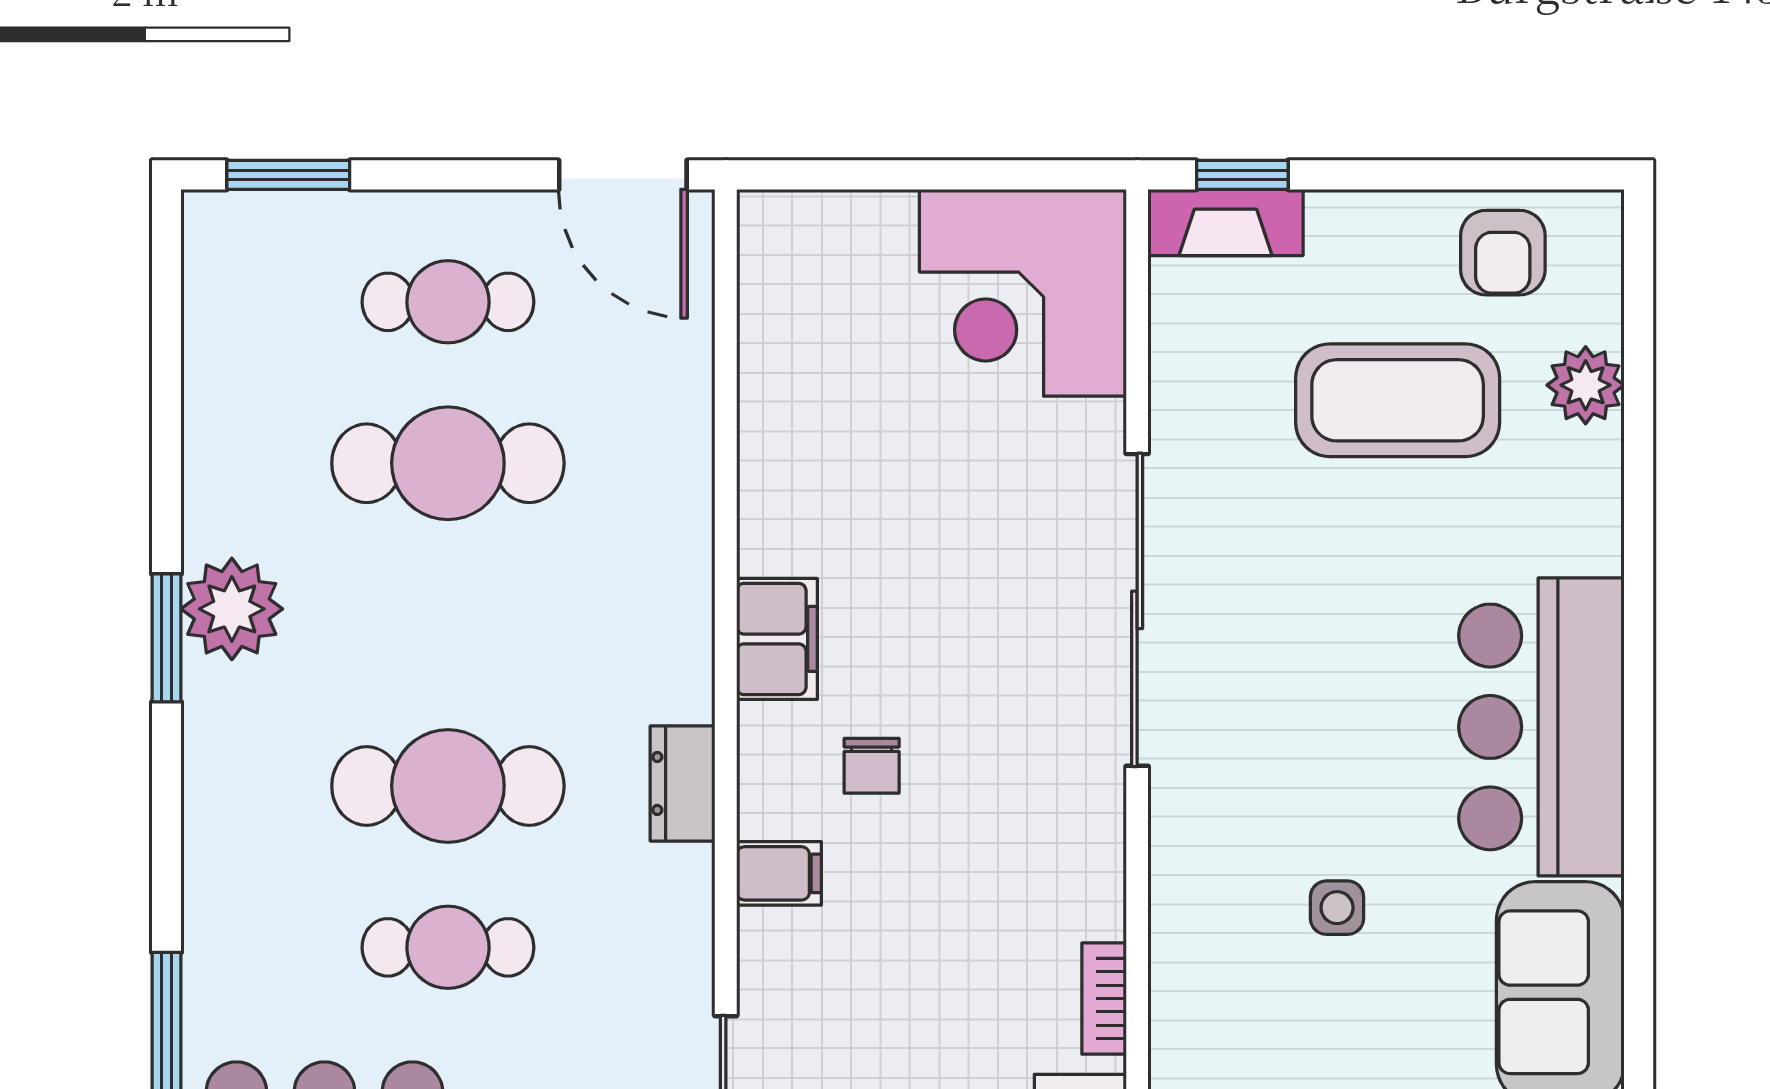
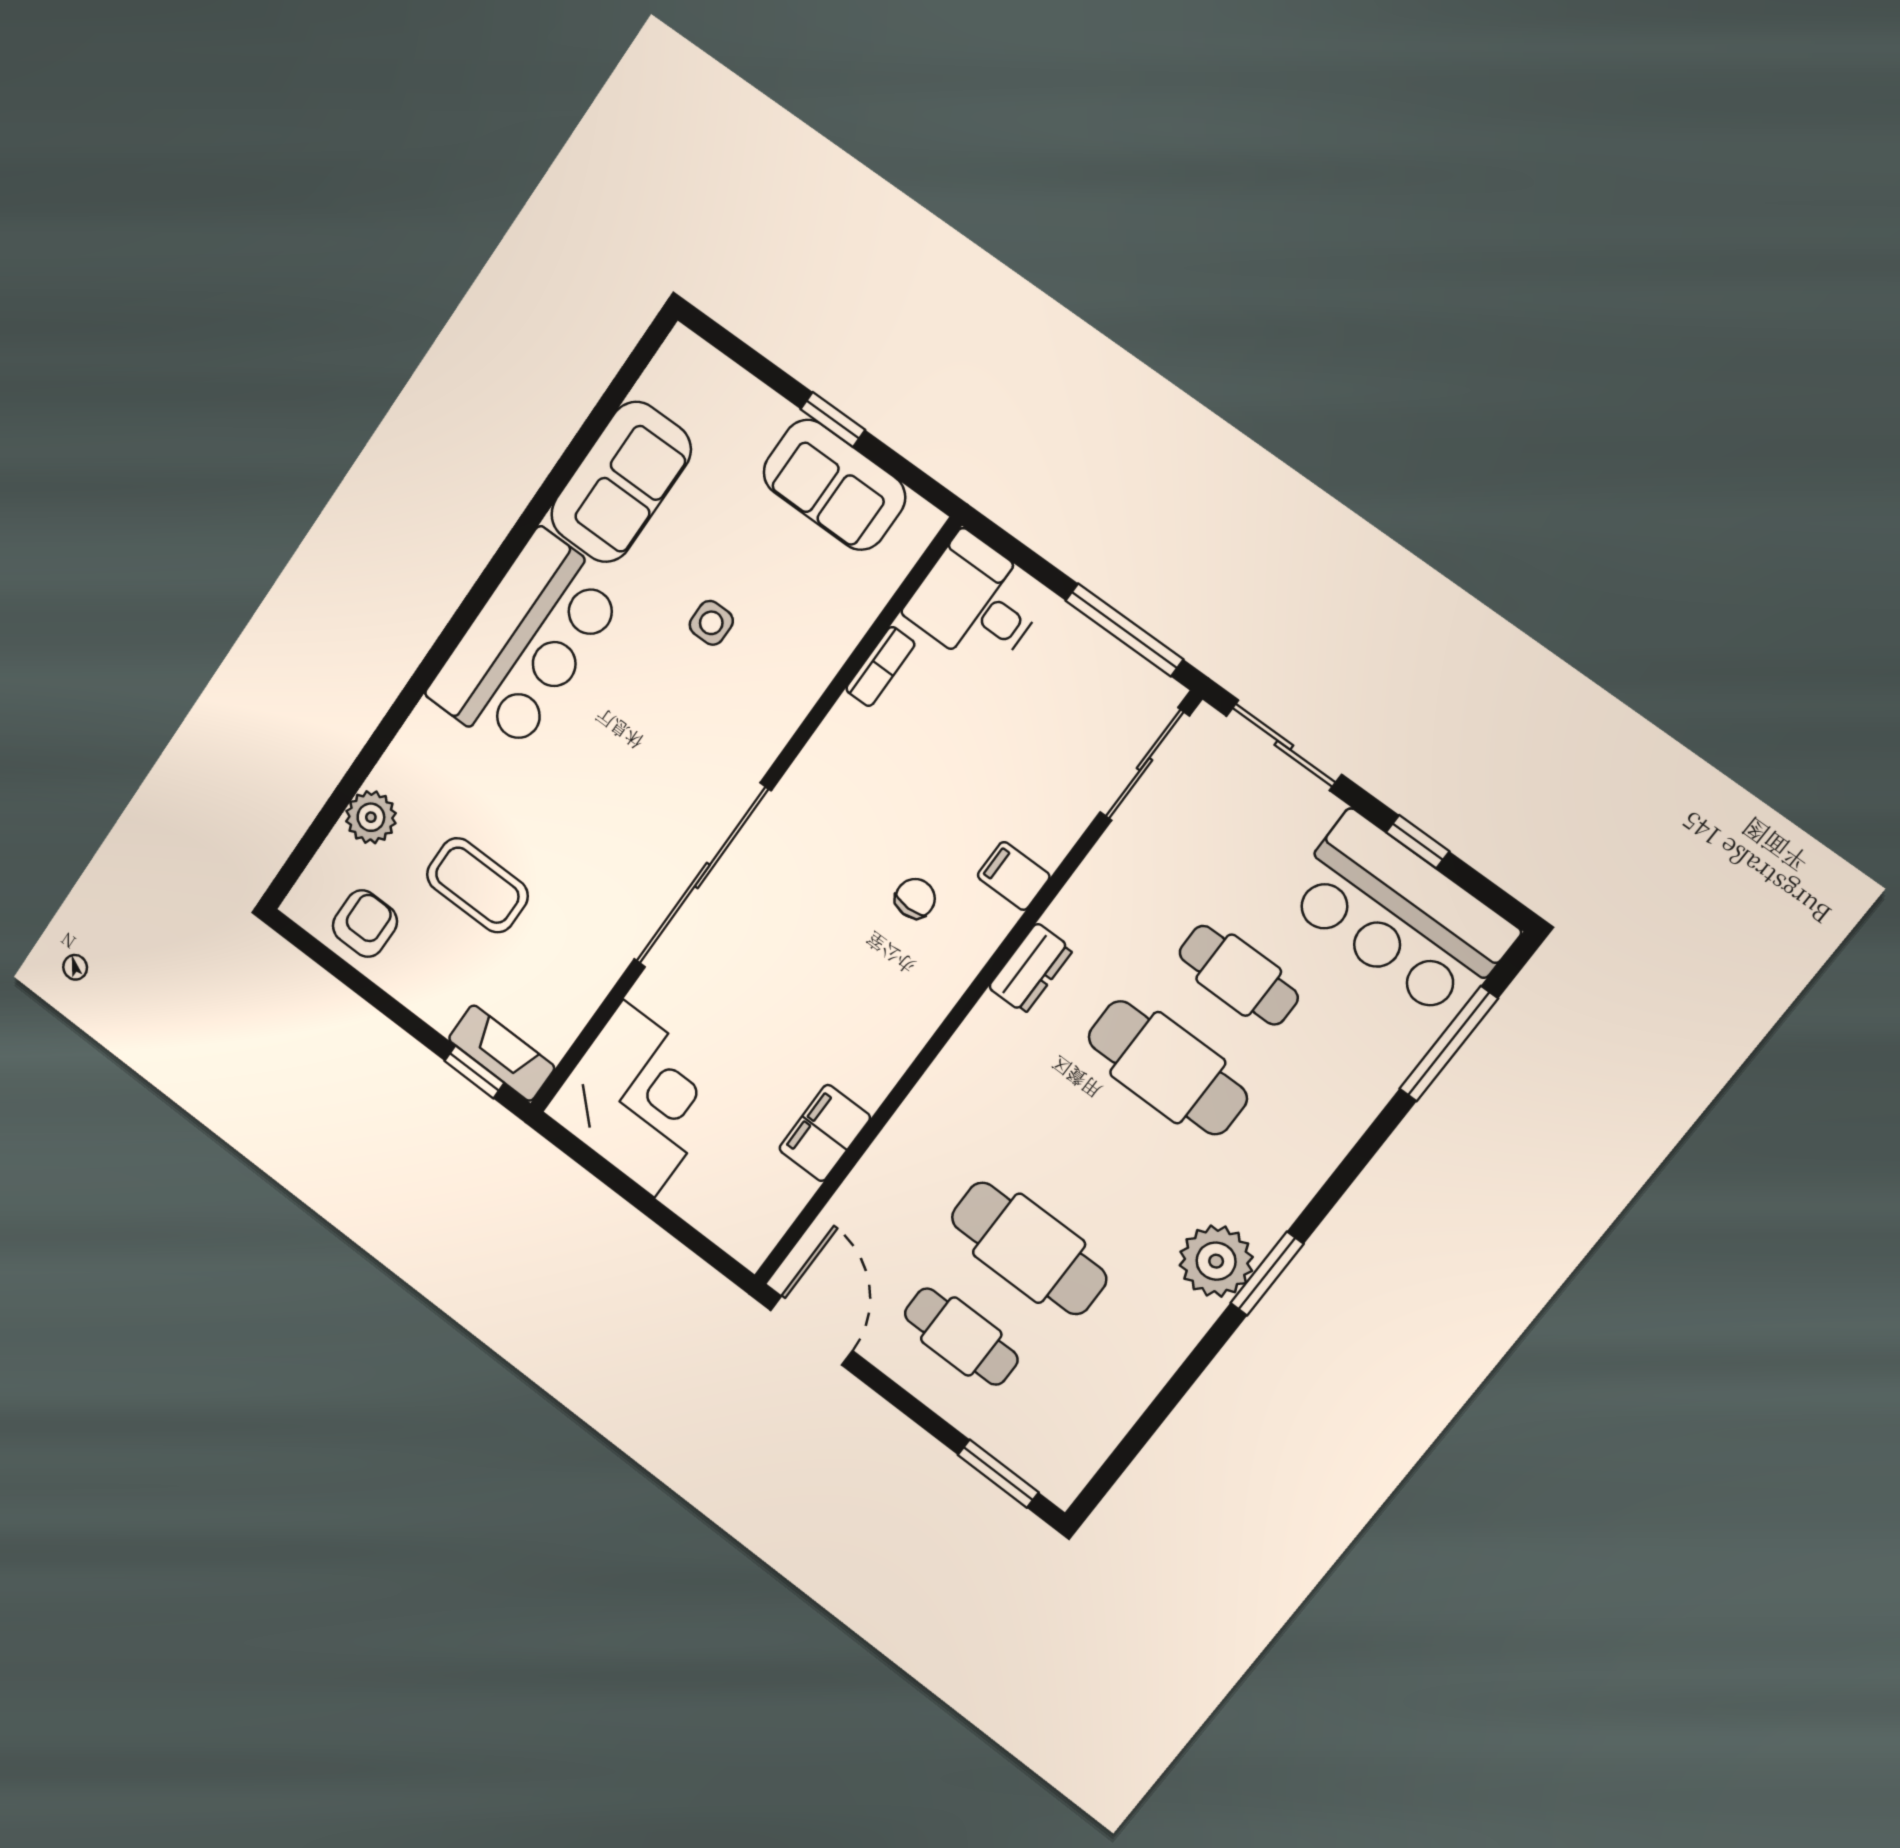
coffee table: (1398, 400) -> (477, 885), width x0.73, depth x0.76
filing cabinet: (777, 639) -> (825, 1133), moved

